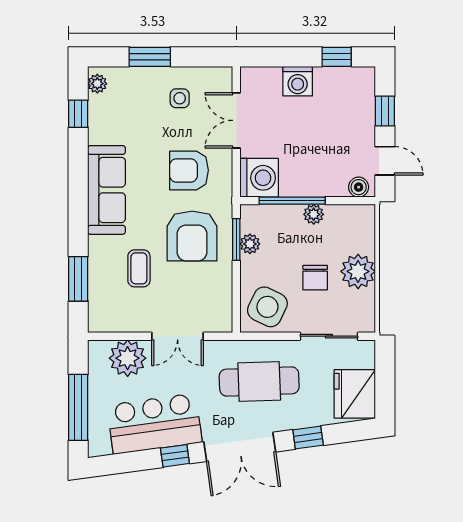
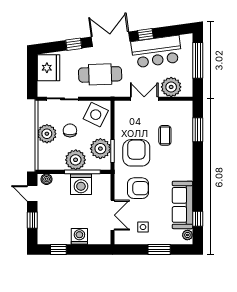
washing machine: (259, 178) -> (81, 184), moved, turned -90
sofa: (107, 190) -> (182, 205), moved
plant: (314, 214) -> (76, 160), width x1.88, depth x1.88
plant: (250, 244) -> (100, 149), width x1.88, depth x1.88

